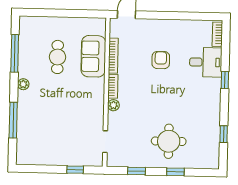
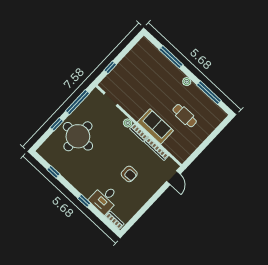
sofa: (93, 56) -> (155, 126), moved
round table: (169, 141) -> (78, 136), width x1.36, depth x1.36
window: (136, 171) -> (77, 102), width x2.17

